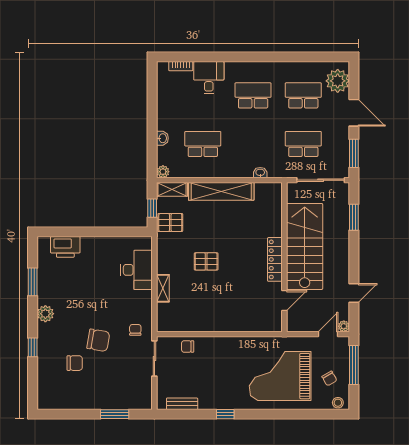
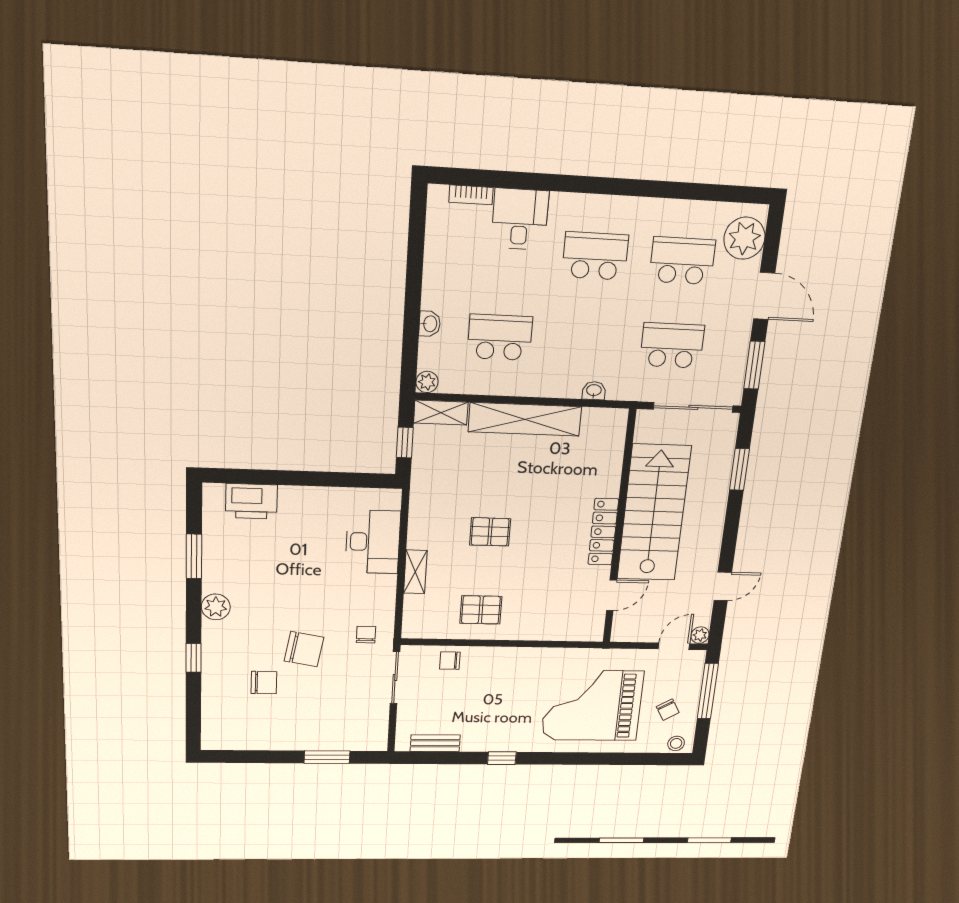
pallet: (170, 222) -> (481, 610), moved

